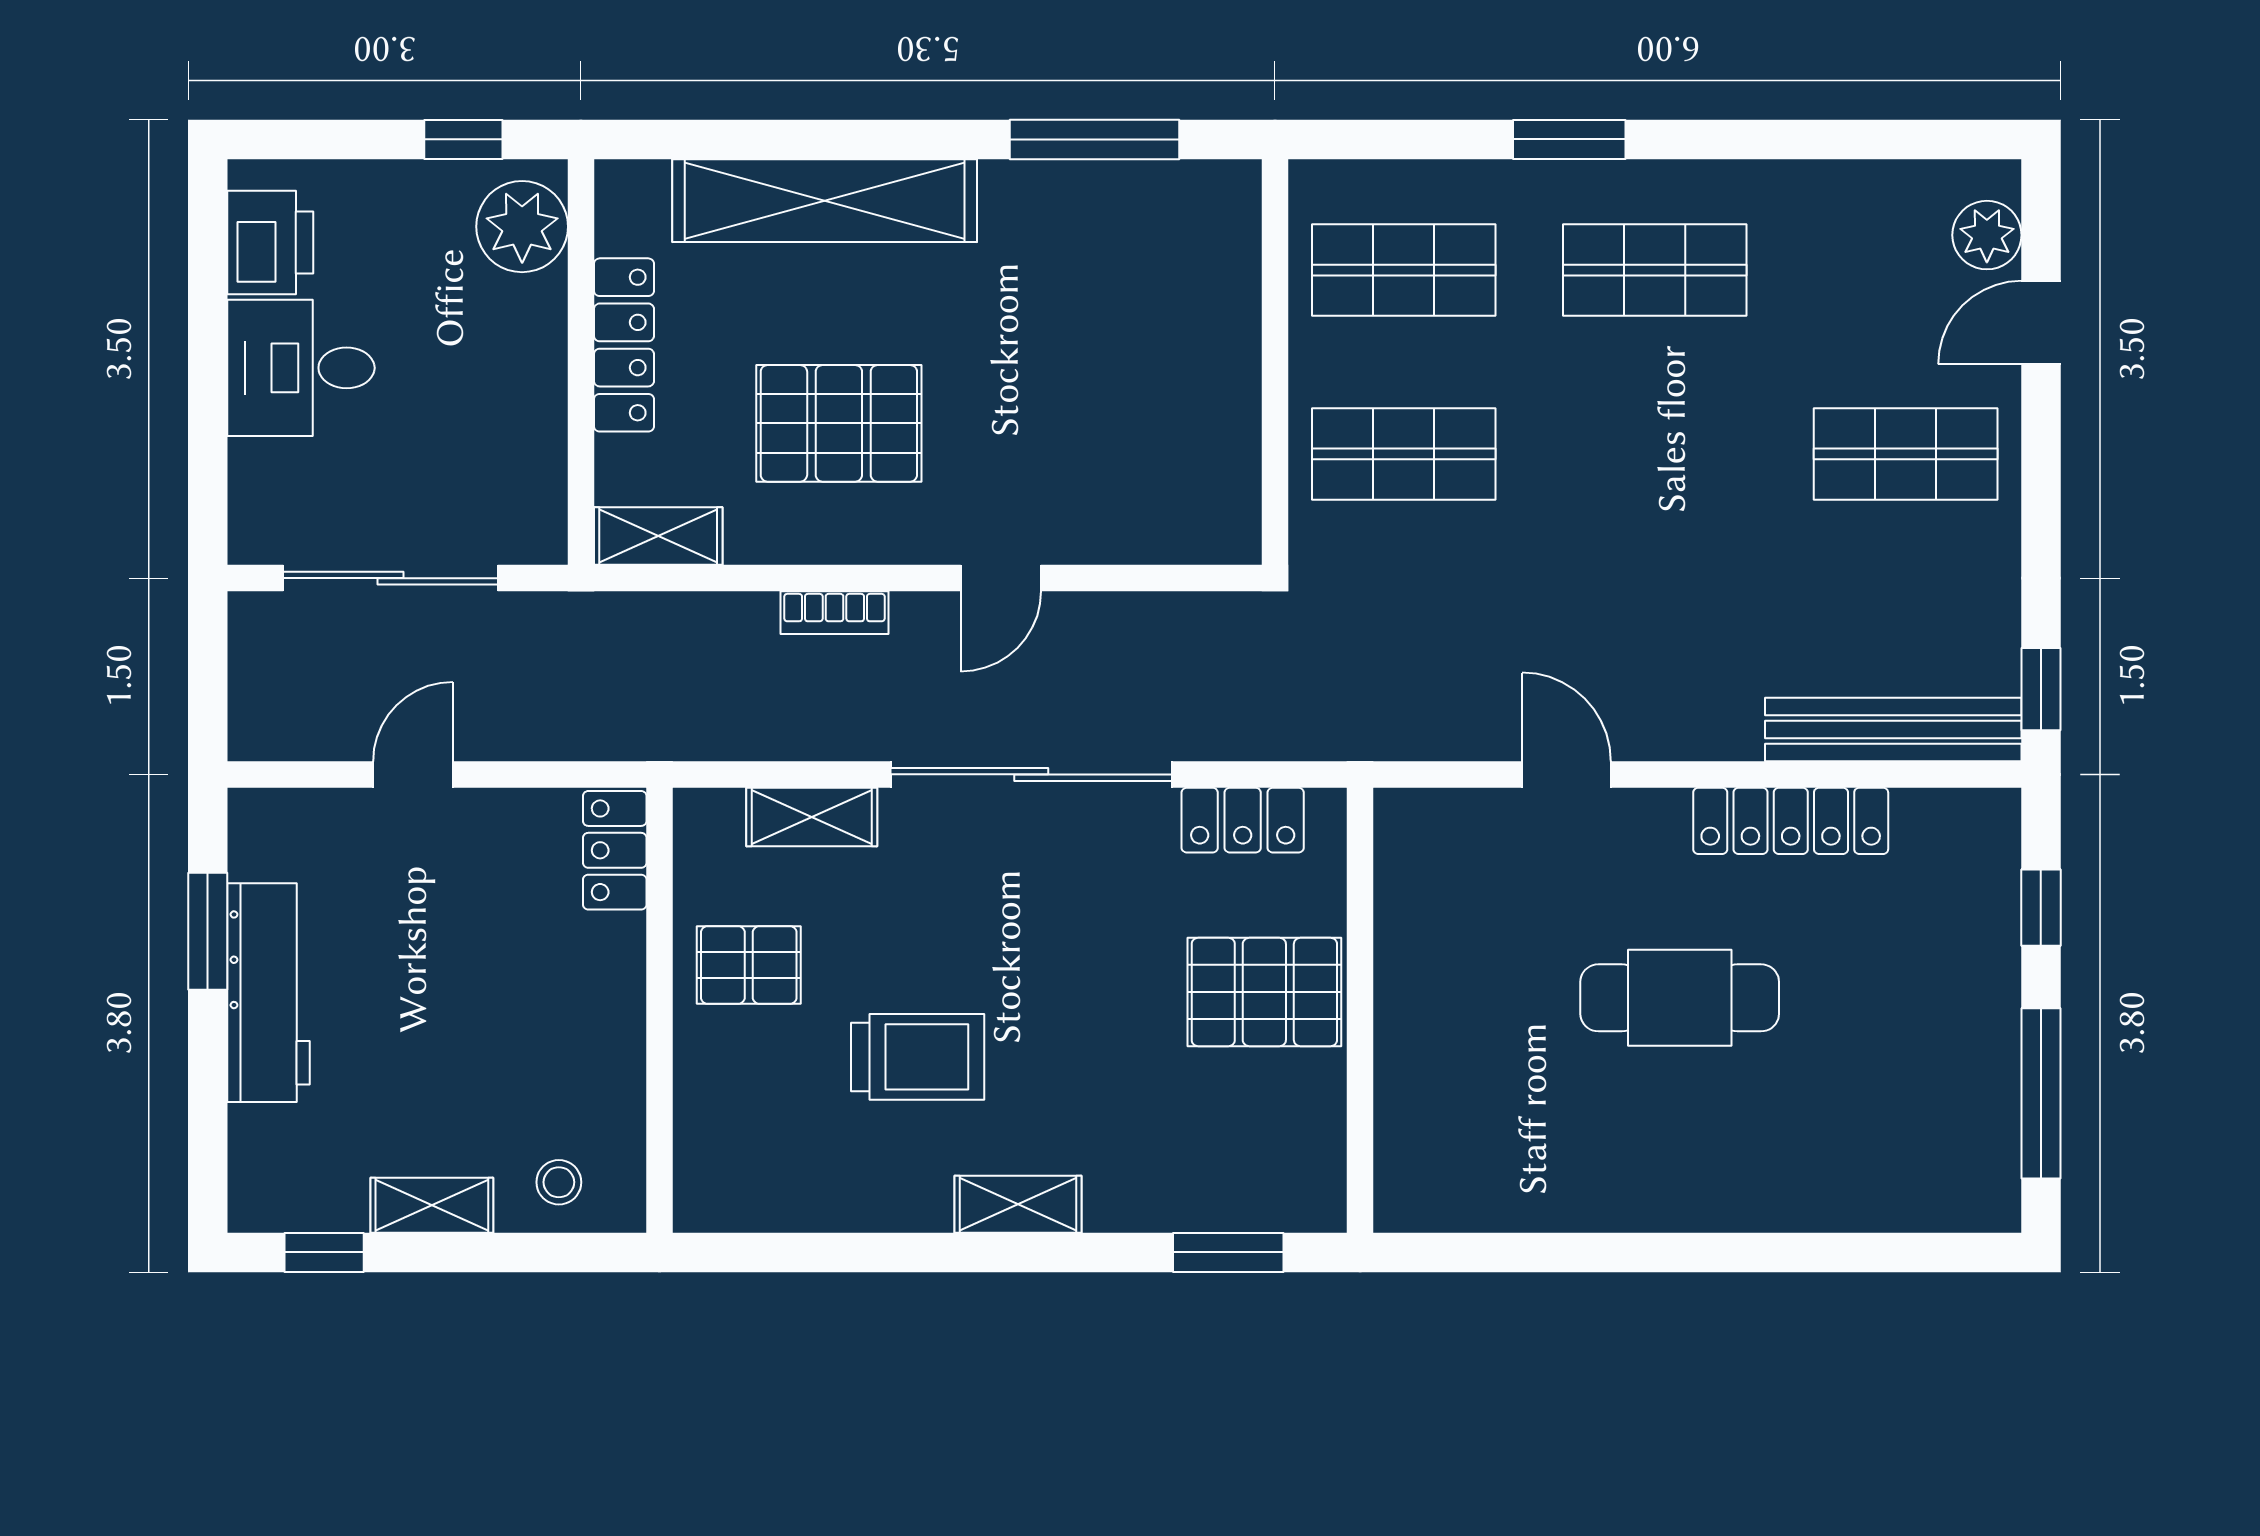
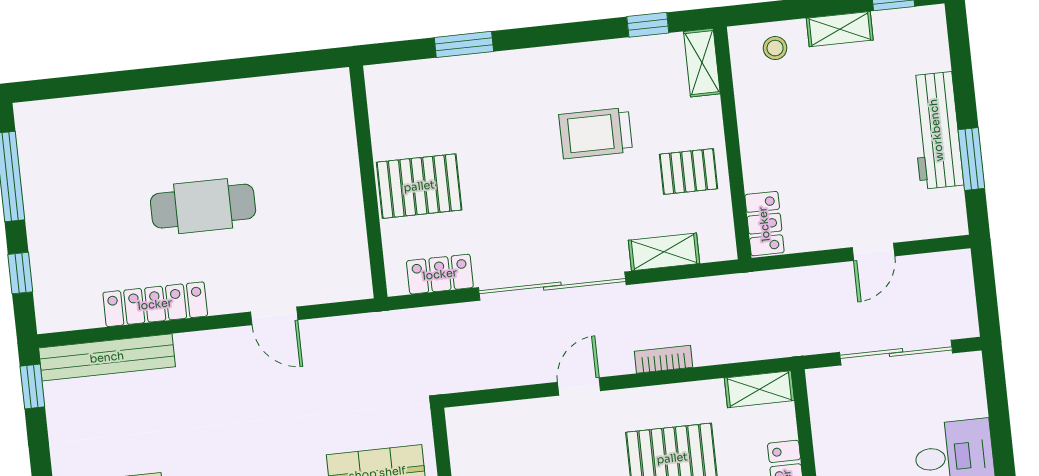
shelving: (1018, 1204) -> (702, 63), moved, turned 90
window: (796, 1252) -> (648, 25), added
window: (1228, 1252) -> (464, 44), moved

